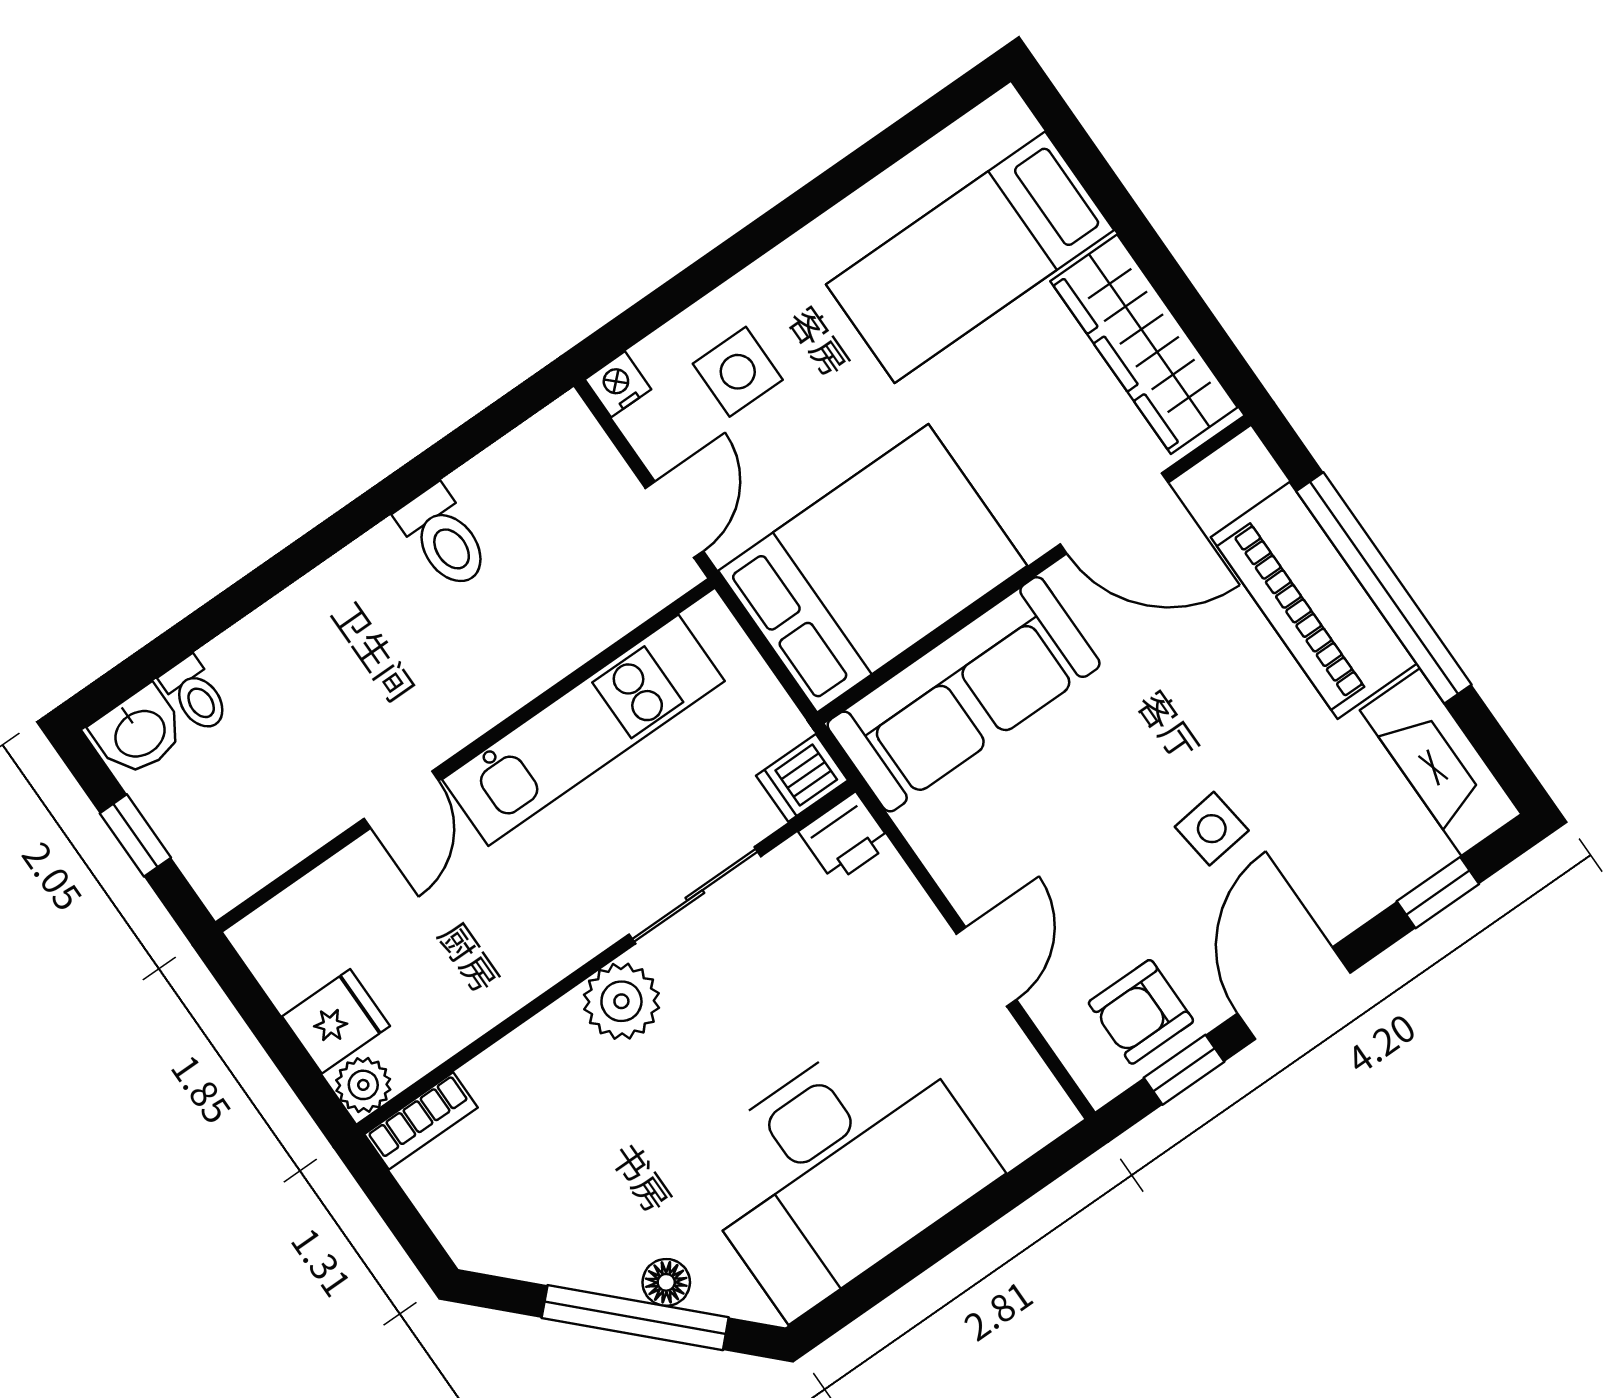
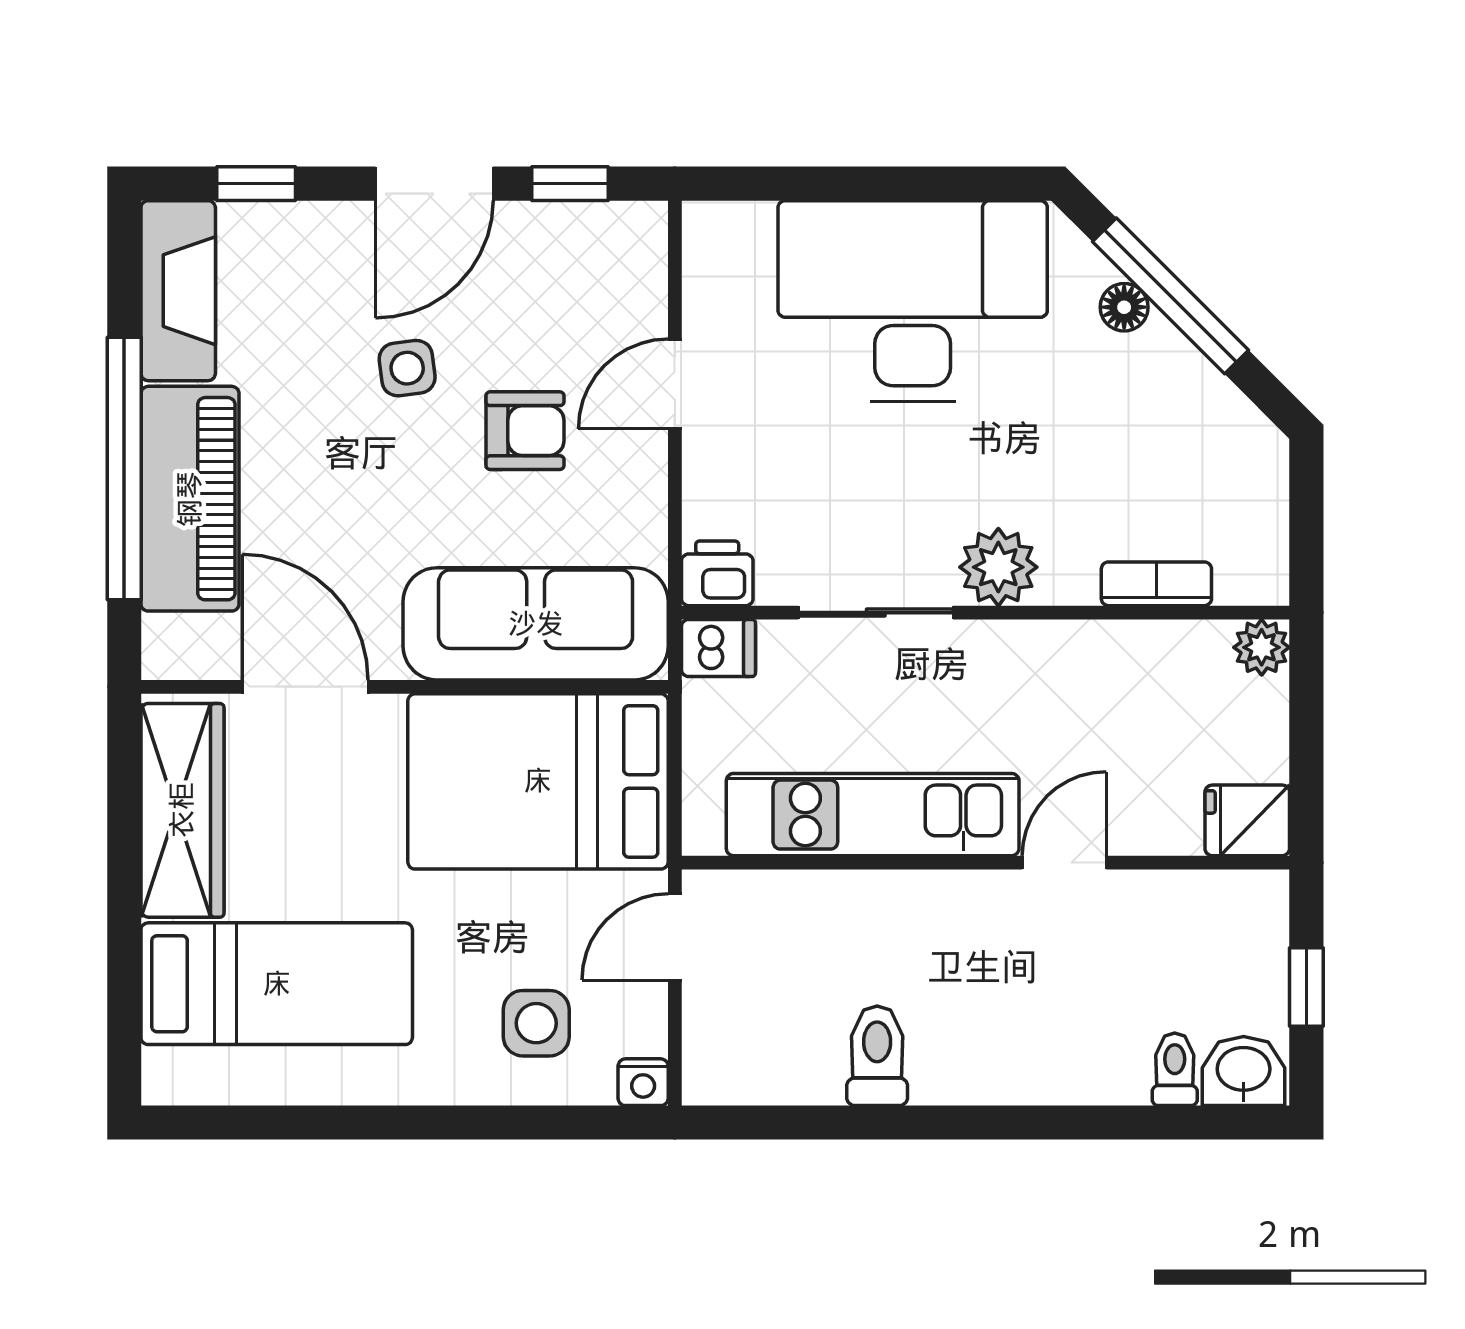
armchair: (1141, 1012) -> (525, 431), moved
fridge: (336, 1021) -> (1247, 820), moved
bookcase: (421, 1121) -> (1156, 584), moved

